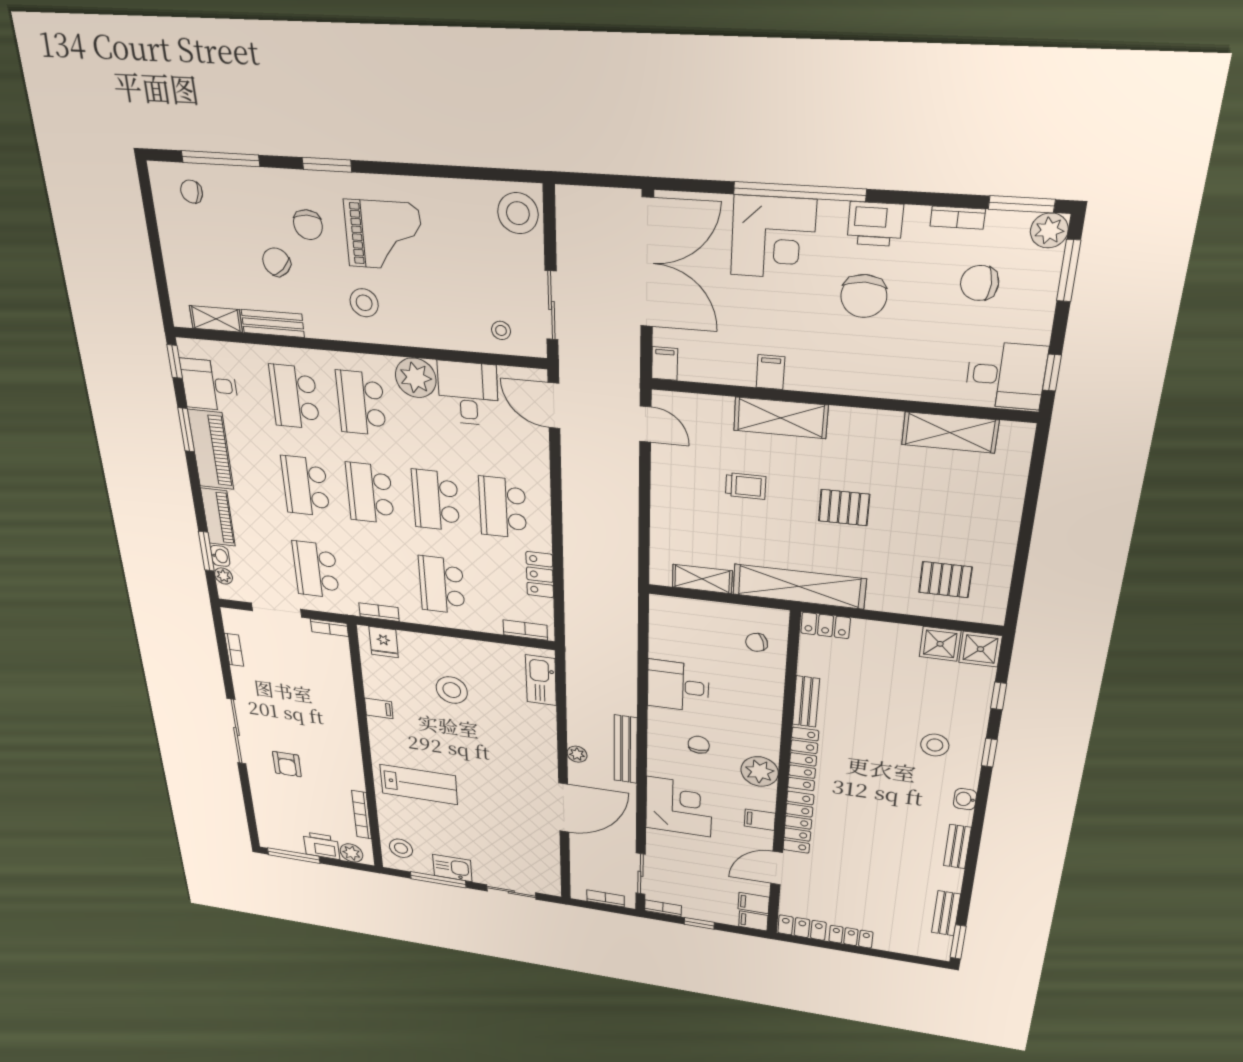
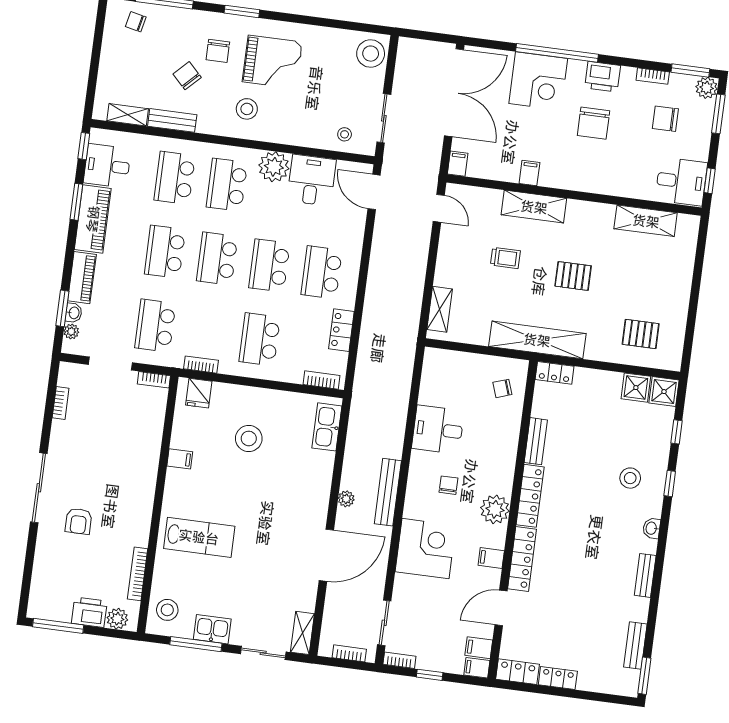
shelving: (702, 579) -> (440, 309), moved, turned 90
shelving: (550, 877) -> (302, 633), added

